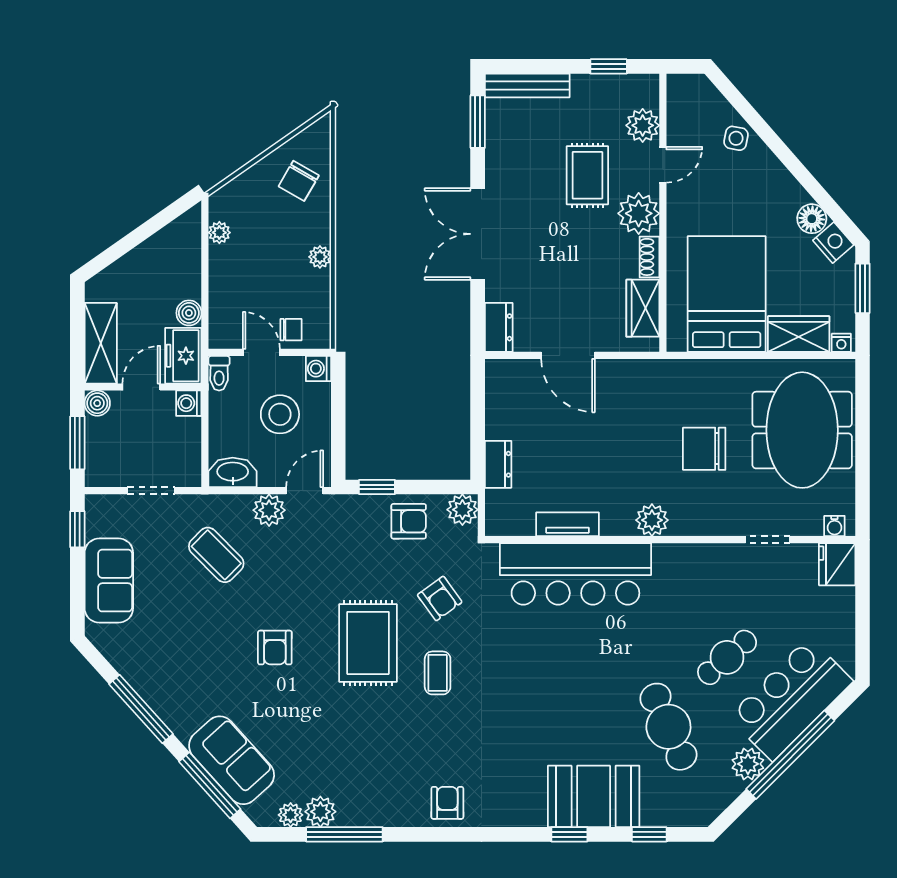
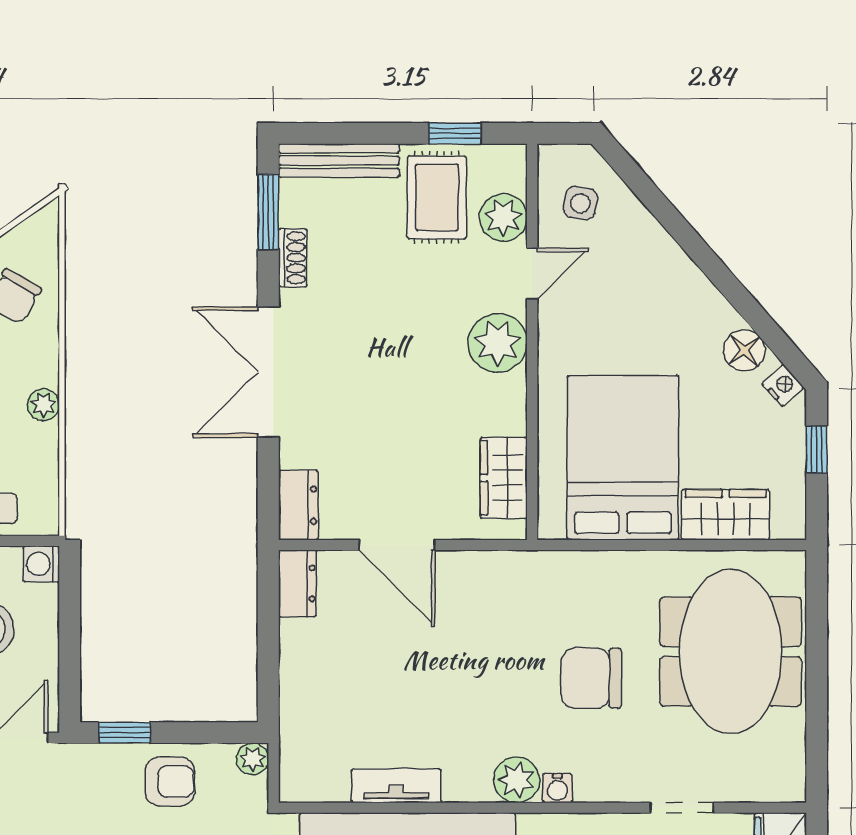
side table: (736, 138) -> (580, 203), moved
rug: (587, 175) -> (437, 197), moved
nightstand: (833, 243) -> (783, 385), width x0.72, depth x0.74
shoe rack: (650, 257) -> (293, 258), moved, turned 180
window: (862, 288) -> (817, 449), width x0.67
nightstand: (841, 343) -> (786, 527), removed
dresser: (498, 464) -> (297, 583), moved
plant: (462, 510) -> (253, 759), width x0.73, depth x0.73
water cooler: (834, 526) -> (557, 788), moved

